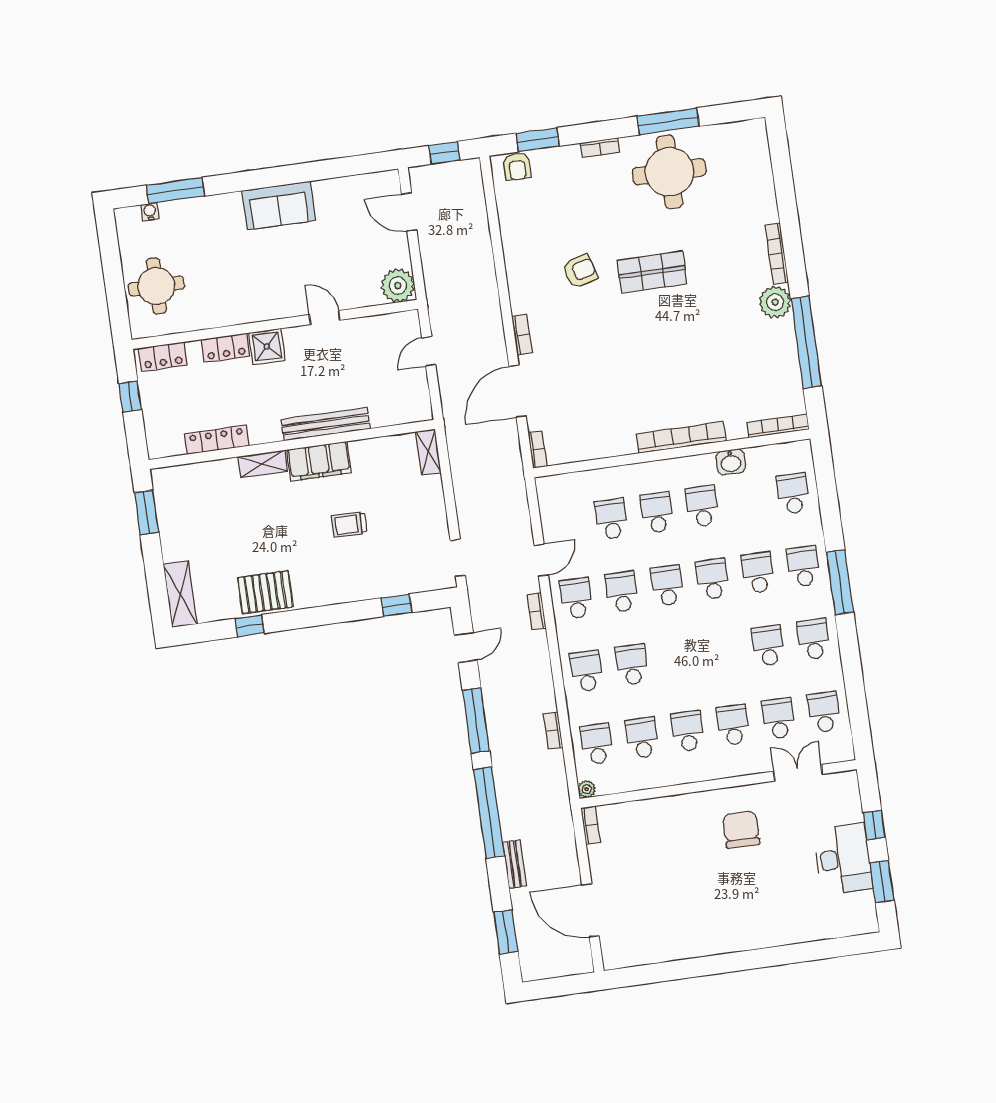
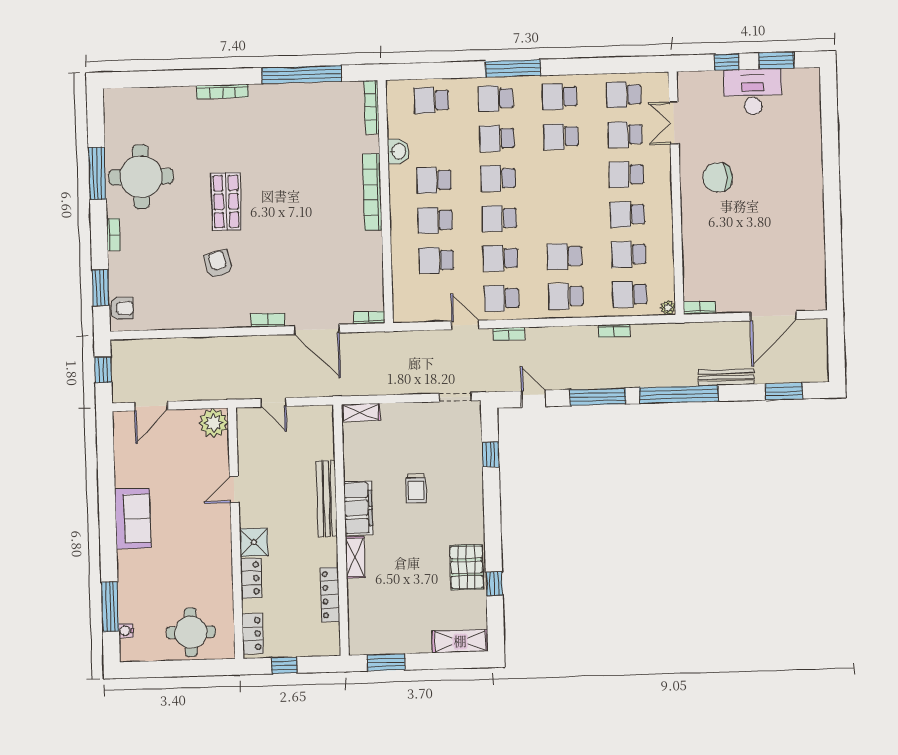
plant: (775, 302) -> (264, 98), removed
bench: (514, 864) -> (726, 377), width x1.36

